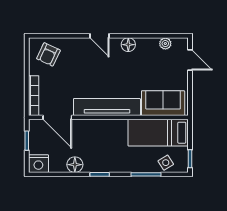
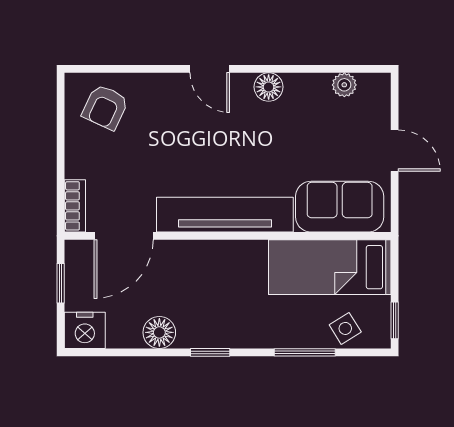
door: (190, 60) -> (395, 151), moved
bookcase: (34, 96) -> (75, 206), width x0.64
door: (57, 117) -> (124, 236), hinge flipped

